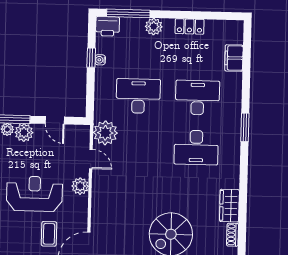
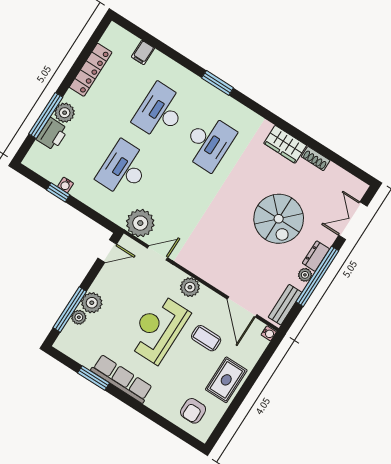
window: (128, 13) -> (46, 116), moved
printer: (108, 26) -> (52, 134), moved
locker: (190, 26) -> (91, 70), width x1.53
filing cabinet: (234, 58) -> (143, 53), width x0.50
door: (55, 120) -> (107, 251), moved
plant: (80, 186) -> (190, 287), moved

